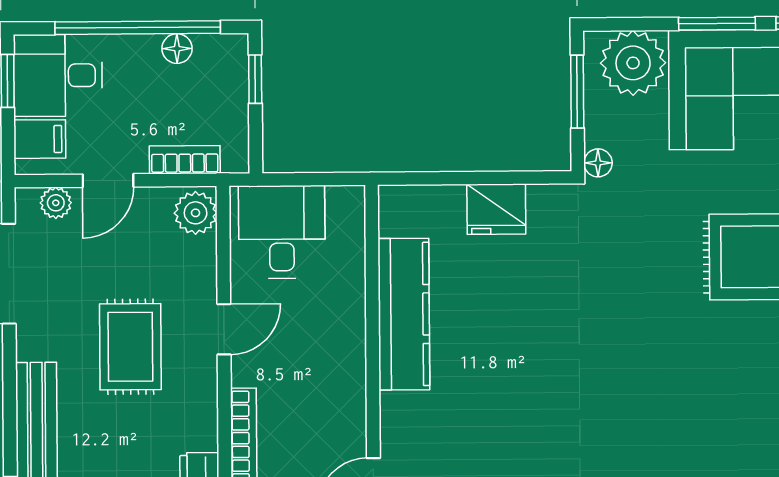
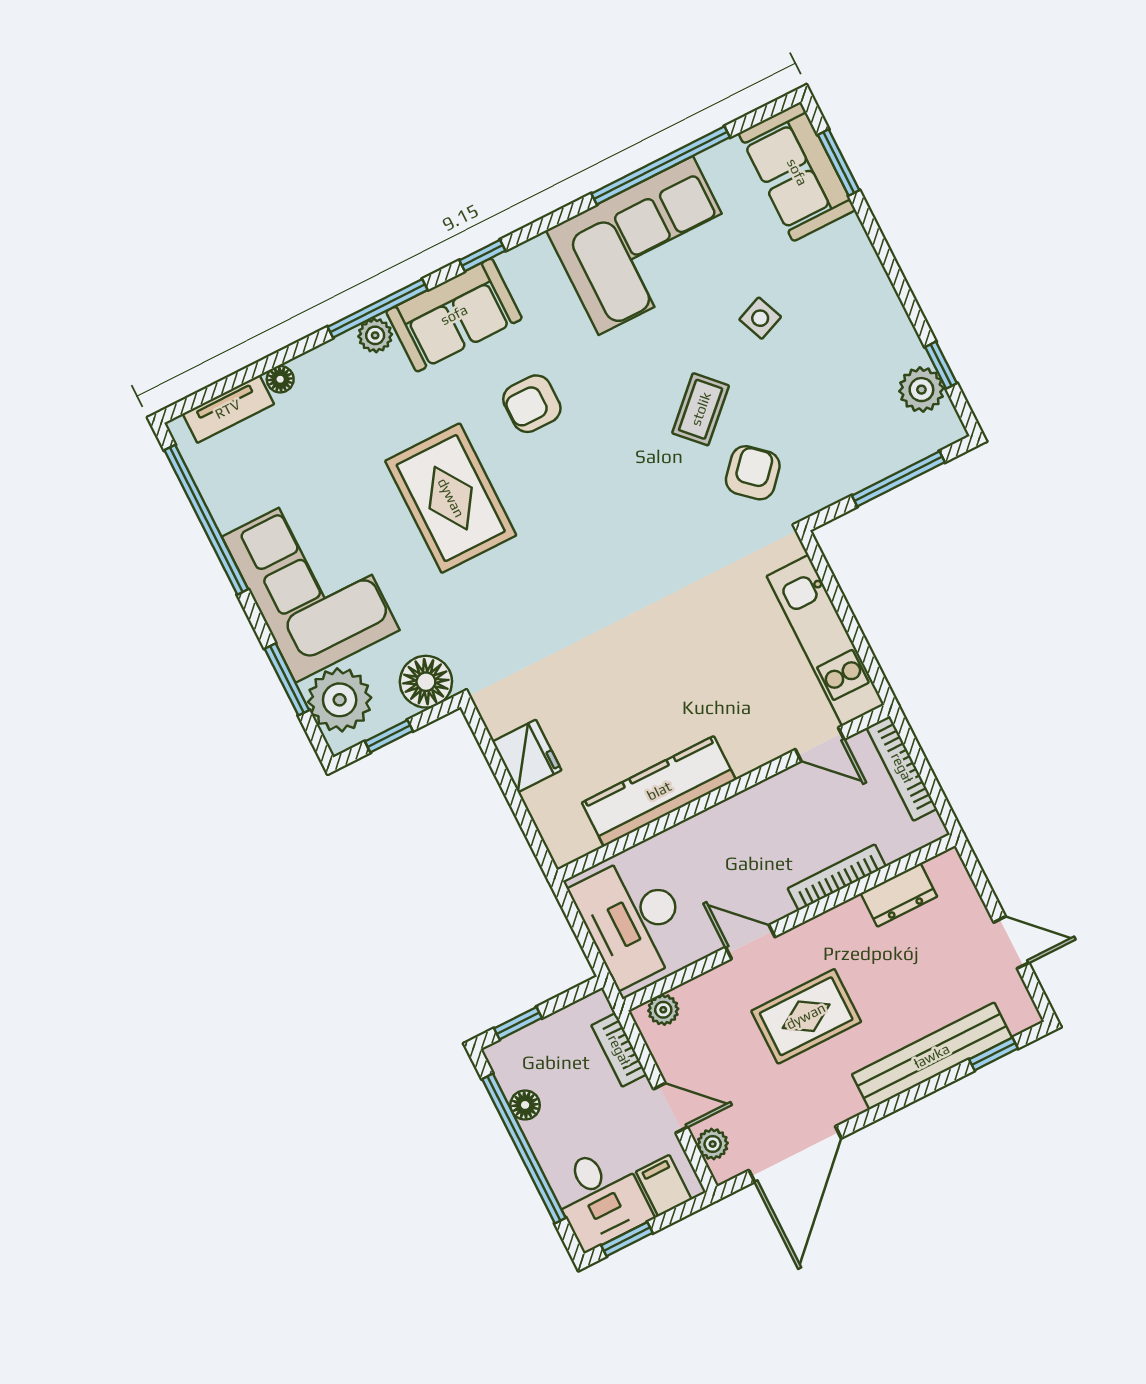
window: (717, 24) -> (287, 679), moved
window: (577, 92) -> (389, 736), width x0.67
floor lamp: (598, 163) -> (426, 682), width x1.89, depth x1.89
plant: (196, 213) -> (663, 1010), width x0.73, depth x0.73
desk: (282, 232) -> (633, 920), width x1.37

